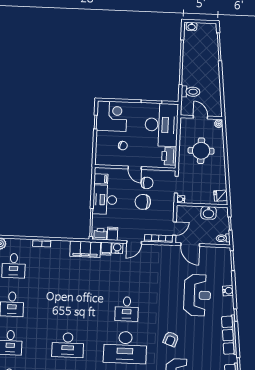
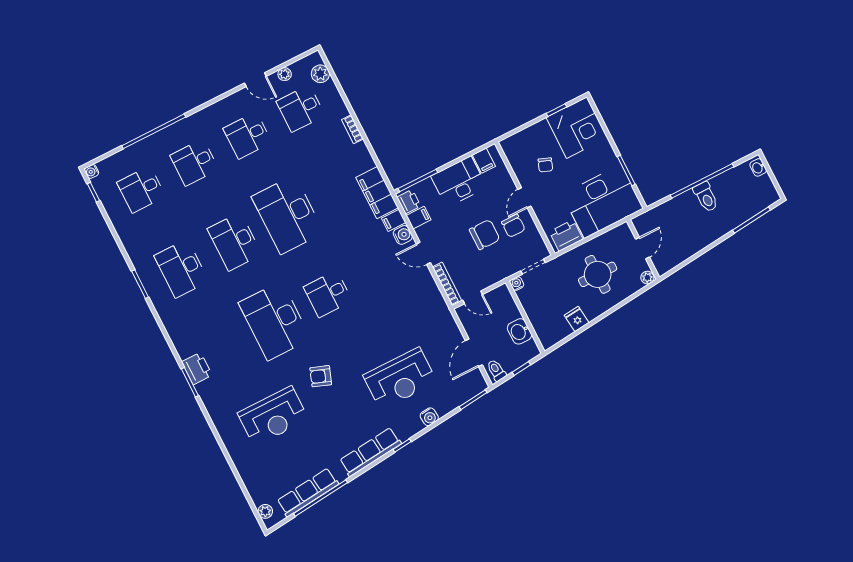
toilet: (190, 92) -> (706, 197), moved
fridge: (221, 196) -> (577, 319), moved
chair: (143, 202) -> (485, 235), turned 90
door: (190, 245) -> (474, 353), moved
desk: (69, 307) -> (288, 215), added

